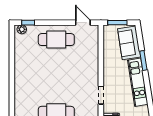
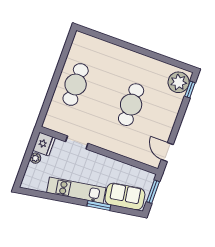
door: (83, 23) -> (167, 152), swing flipped
plant: (22, 29) -> (179, 82), width x1.87, depth x1.87
cafe table: (56, 40) -> (131, 105), moved

